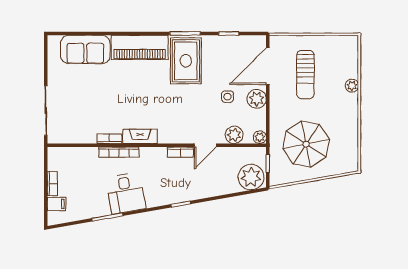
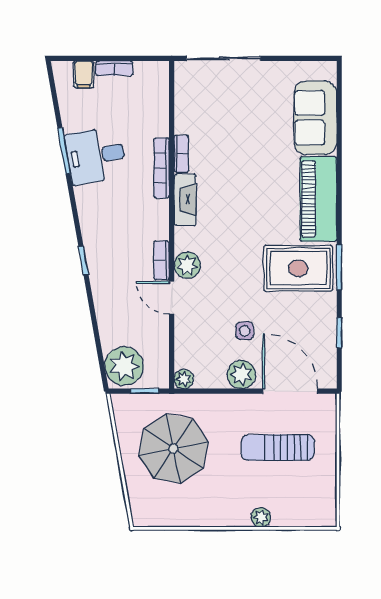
plant: (234, 135) -> (187, 265), moved
desk: (126, 193) -> (96, 156), moved

